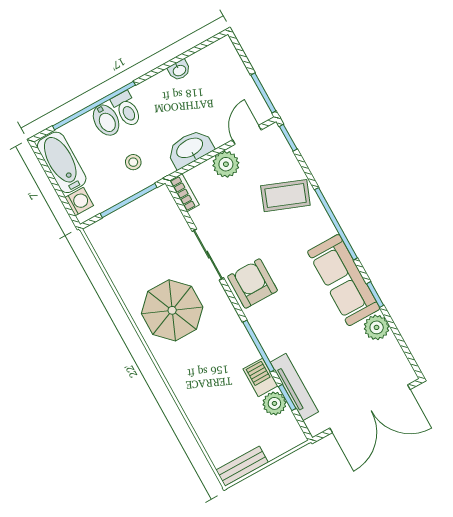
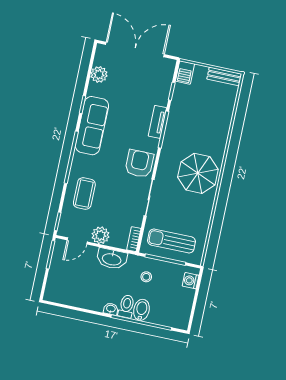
washbasin: (179, 70) -> (111, 309), moved
bathtub: (62, 162) -> (182, 308), removed
coffee table: (285, 196) -> (84, 194), turned 69
sun lounger: (140, 228) -> (172, 241), added
armchair: (253, 284) -> (139, 164), turned 180
parasol: (172, 310) -> (198, 173), moved
plant: (377, 327) -> (99, 74), moved
barbecue: (261, 377) -> (185, 72), moved
tv unit: (294, 387) -> (157, 122), moved, width x0.71
plant: (274, 403) -> (181, 94), removed

